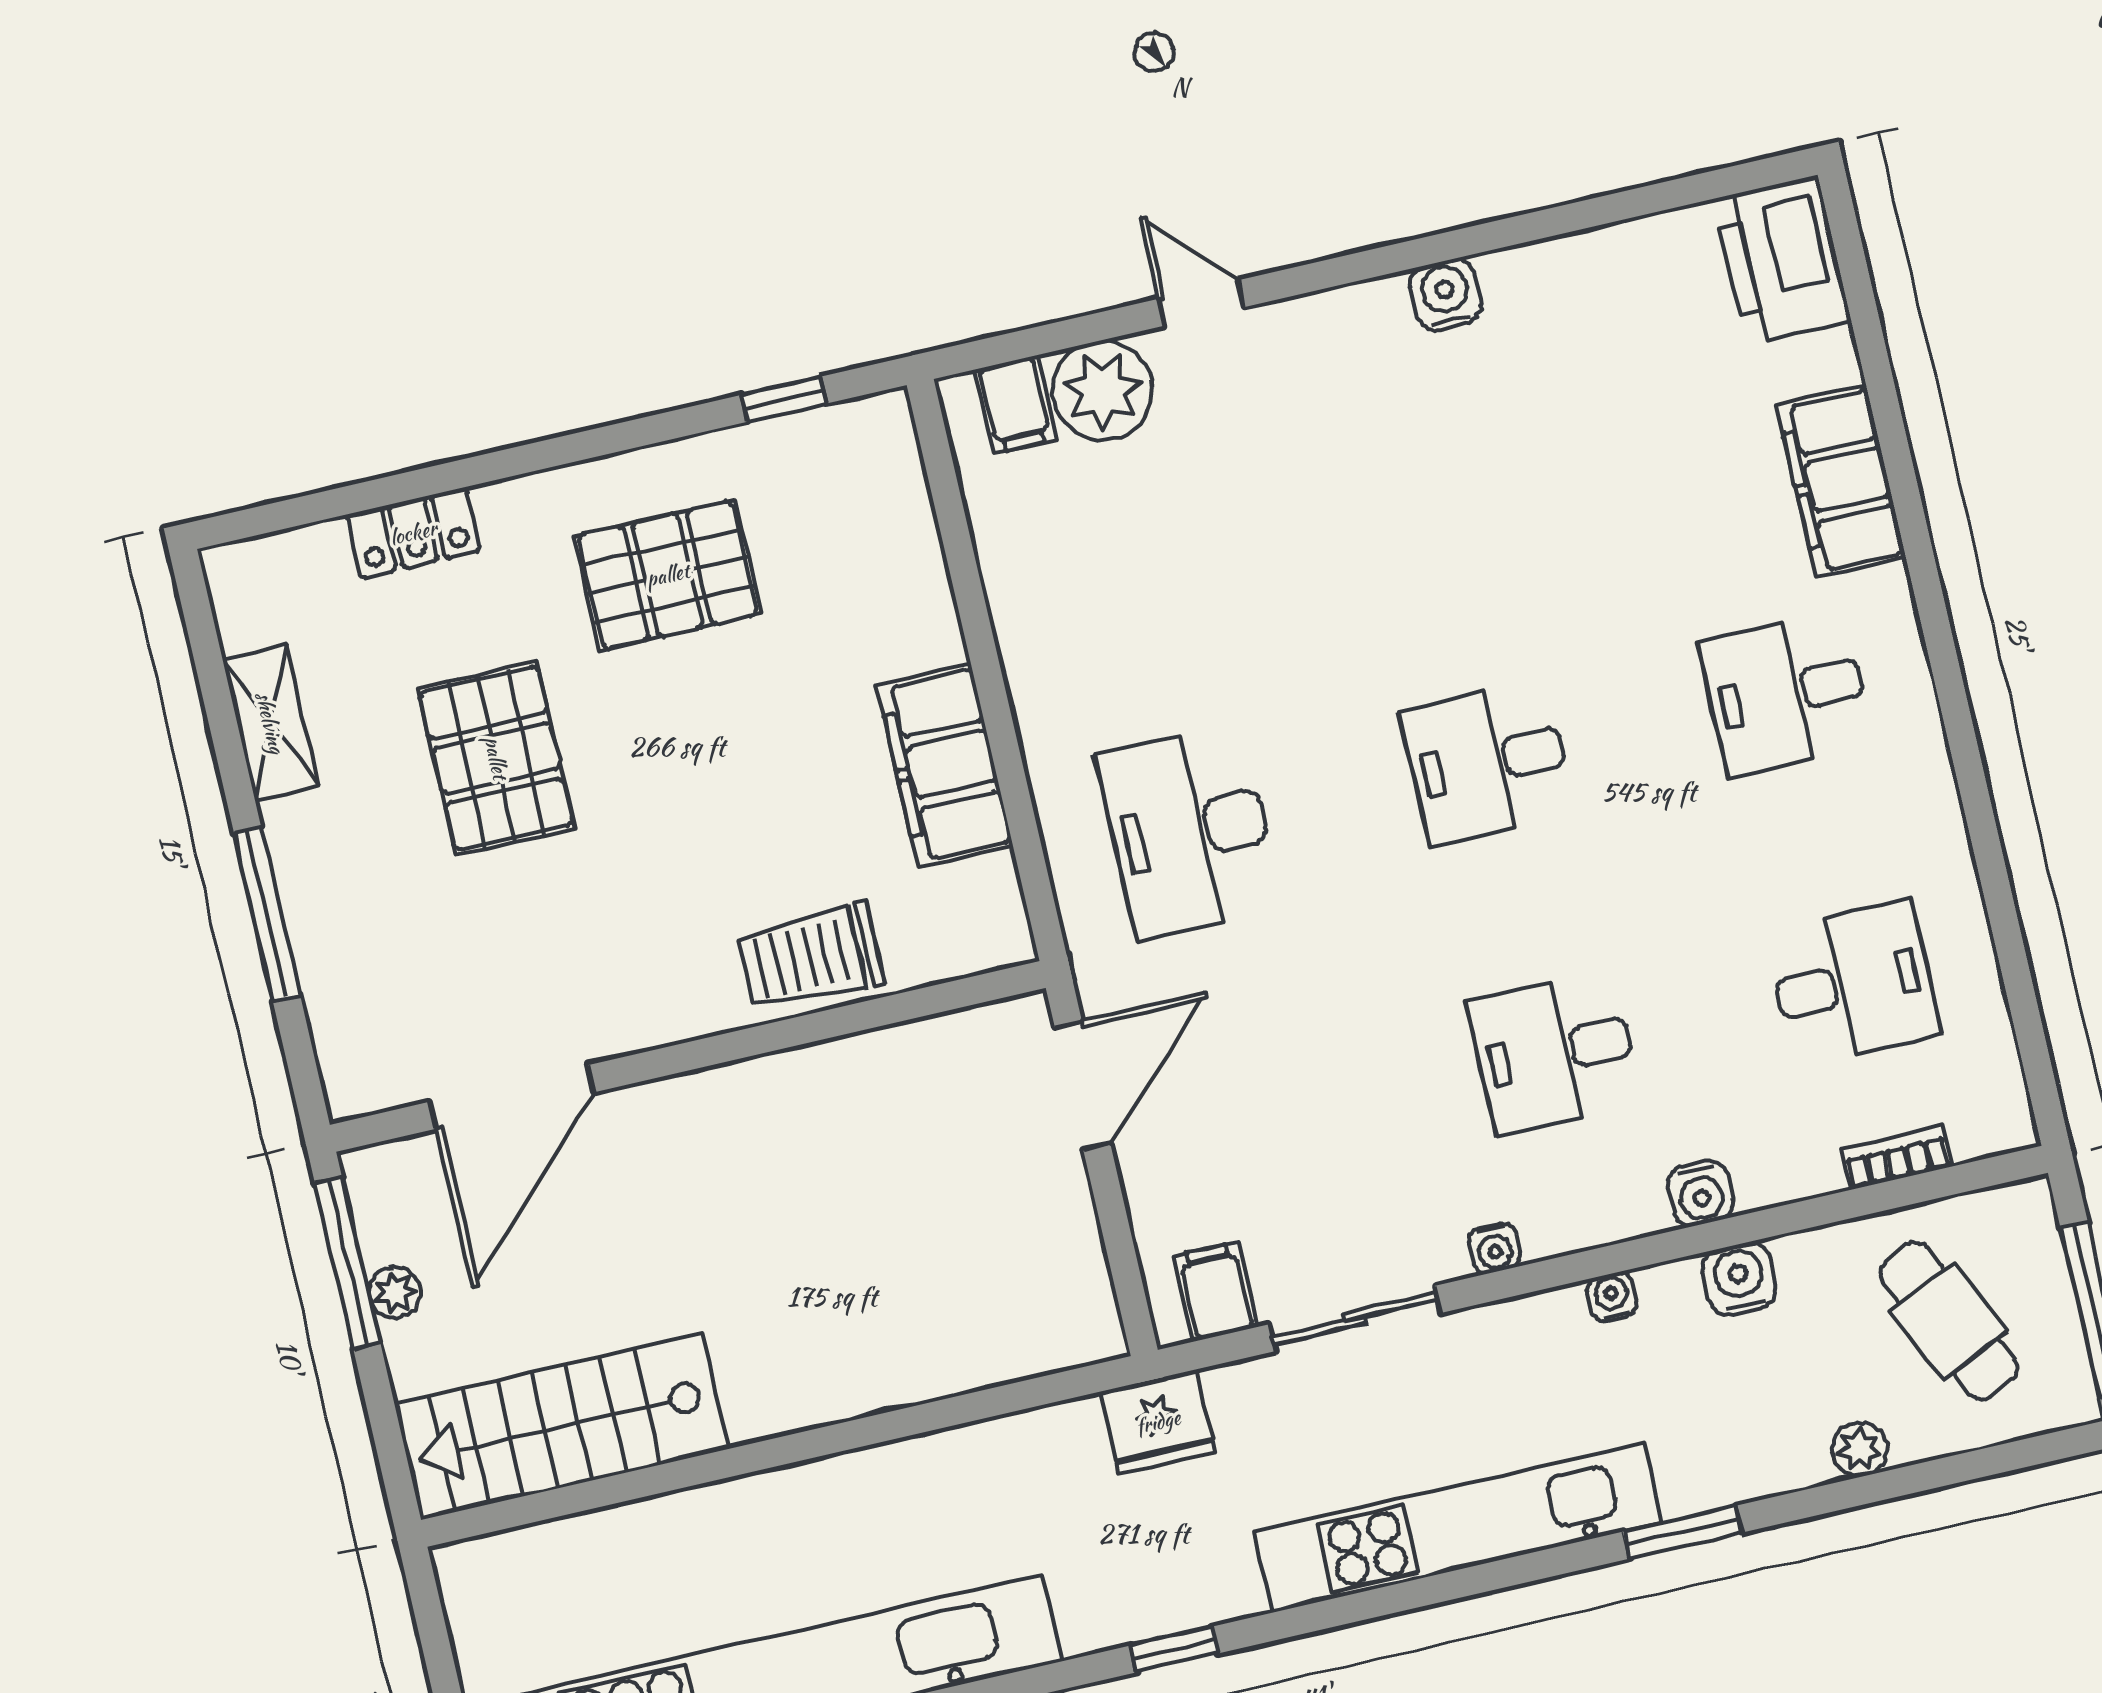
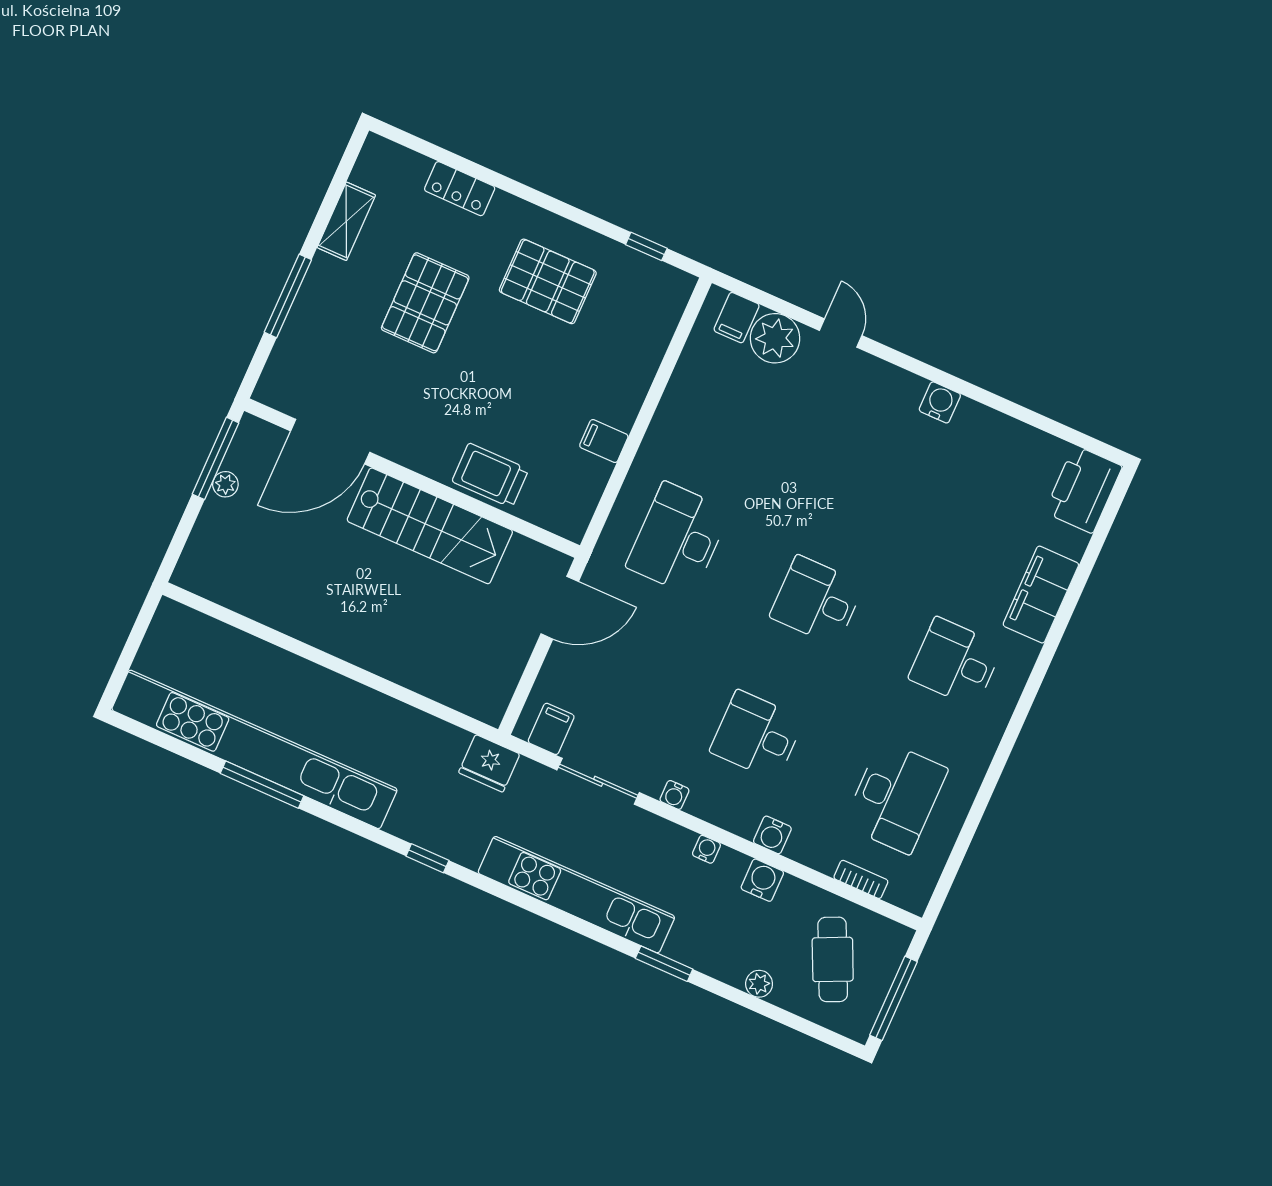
filing cabinet: (945, 766) -> (604, 441), width x0.33, depth x0.86
desk: (1853, 983) -> (896, 797), width x1.37
stairs: (561, 1427) -> (430, 526), moved, turned 180

